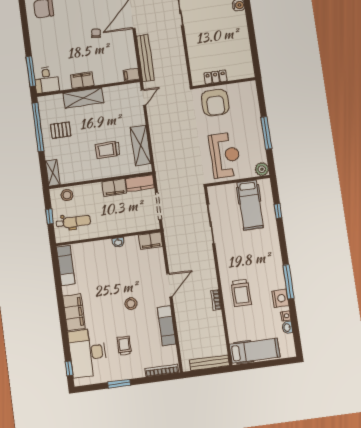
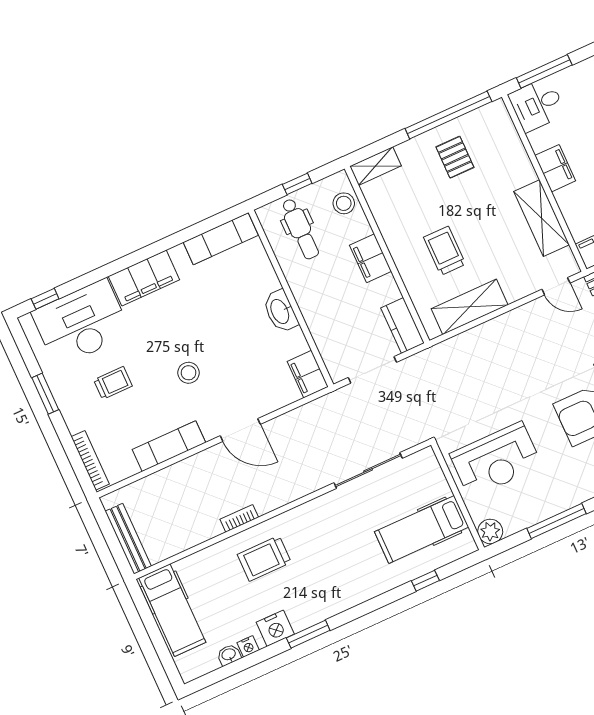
shelving: (83, 98) -> (542, 218), moved
filing cabinet: (114, 188) -> (371, 258), moved
washbasin: (118, 242) -> (280, 311), width x1.91, depth x1.45
window: (288, 282) -> (308, 634), width x0.69

